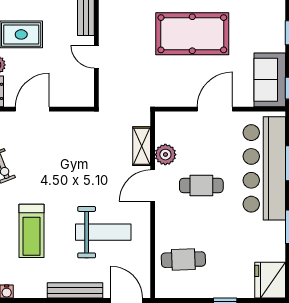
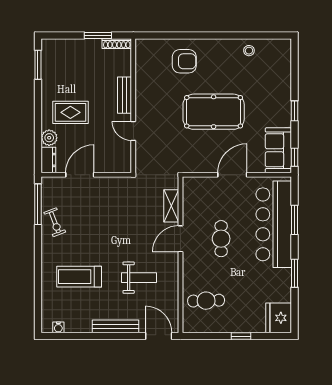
plant: (165, 155) -> (191, 213), removed
cafe table: (201, 185) -> (221, 239), turned 90
treadmill: (32, 231) -> (79, 277), turned 90
weight bench: (103, 232) -> (139, 278), width x0.73, depth x0.75

